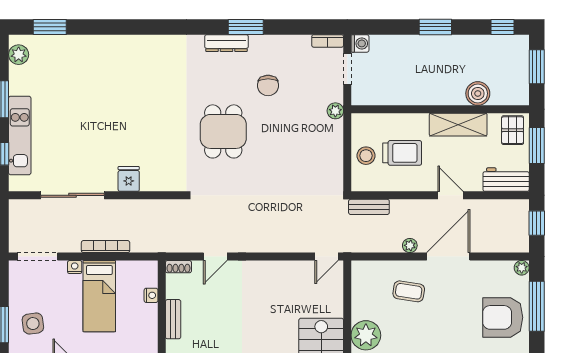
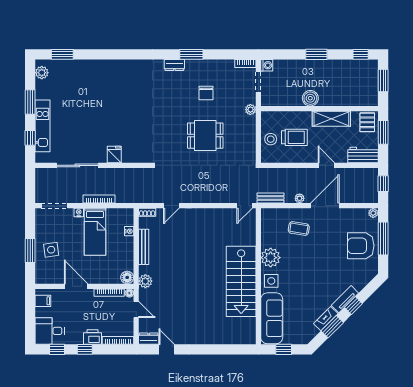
dresser: (226, 43) -> (174, 65), width x0.70
boiler: (478, 93) -> (310, 98), moved
dining table: (223, 131) -> (205, 136), moved, turned 90
bench: (369, 207) -> (270, 198), moved
bench: (173, 319) -> (144, 247), width x1.36

